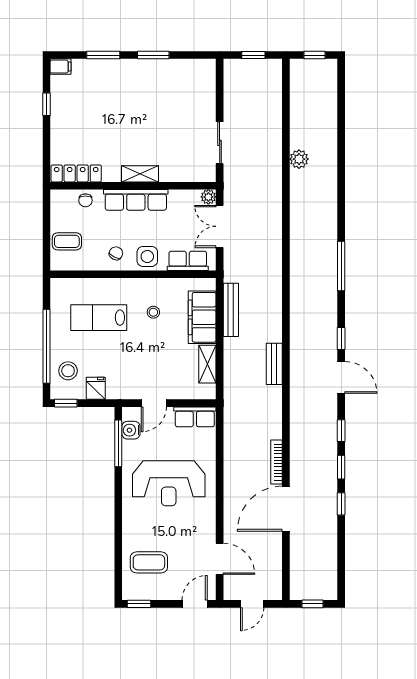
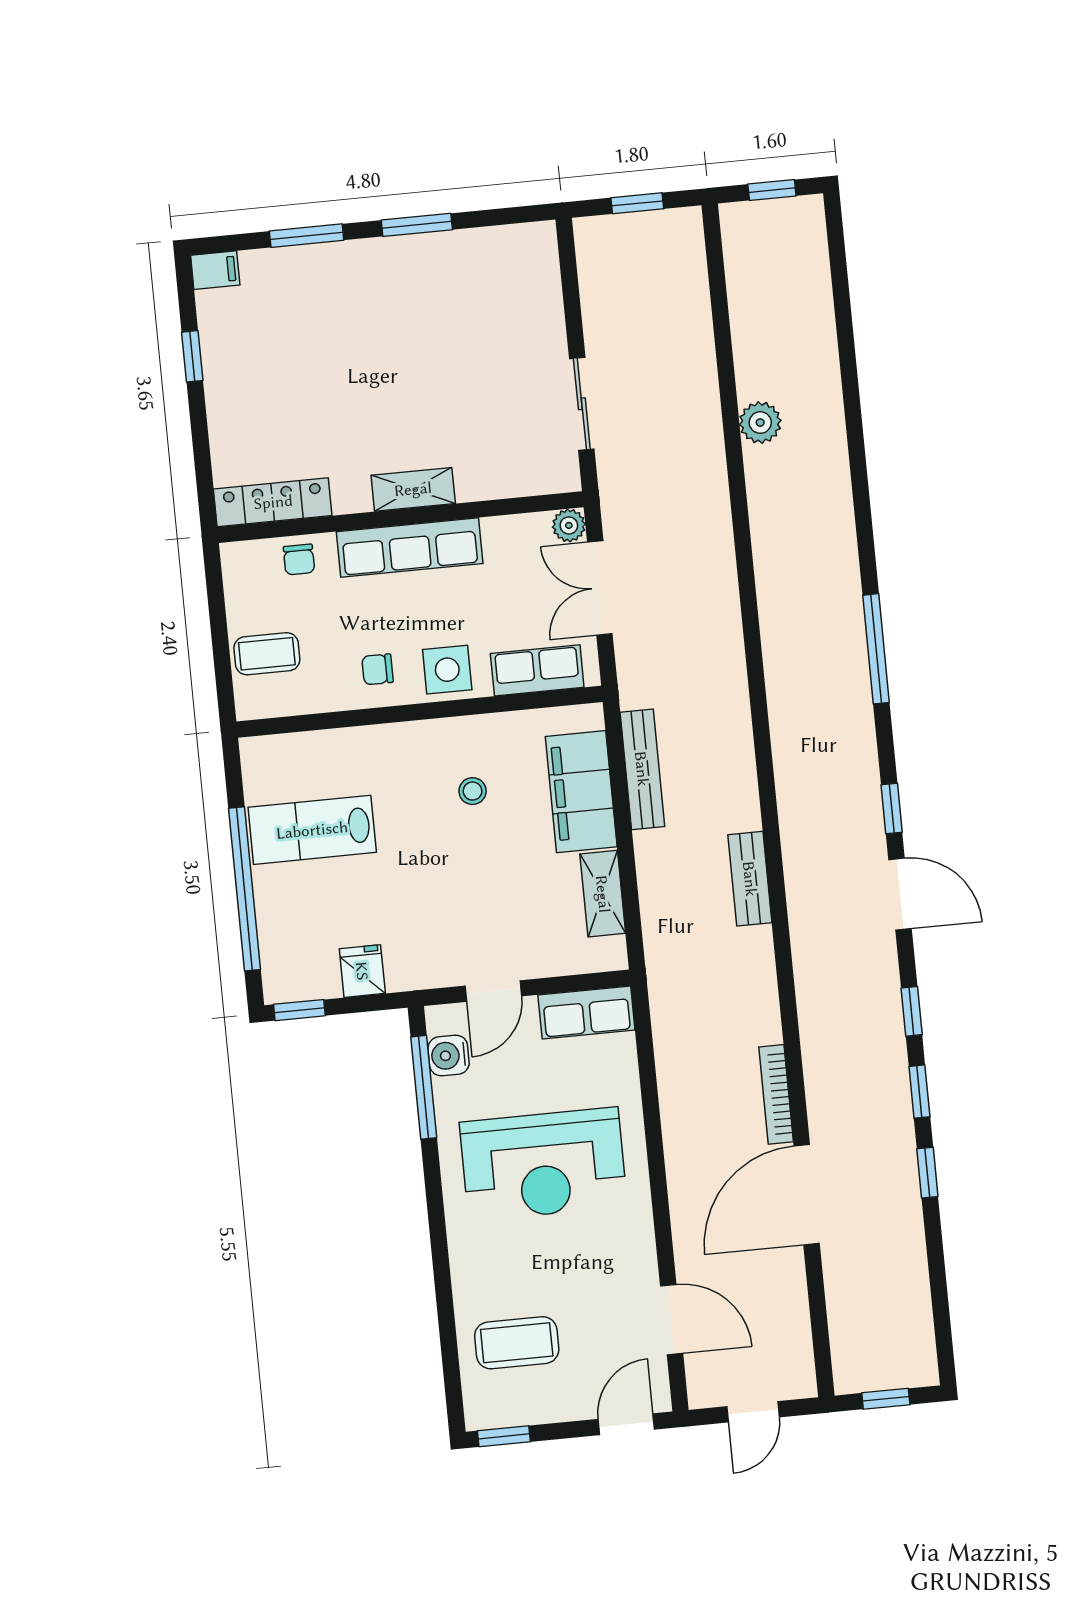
chair: (116, 253) -> (378, 669), turned -118
lab bench: (99, 318) -> (312, 830), moved
stool: (68, 371) -> (297, 938), removed

